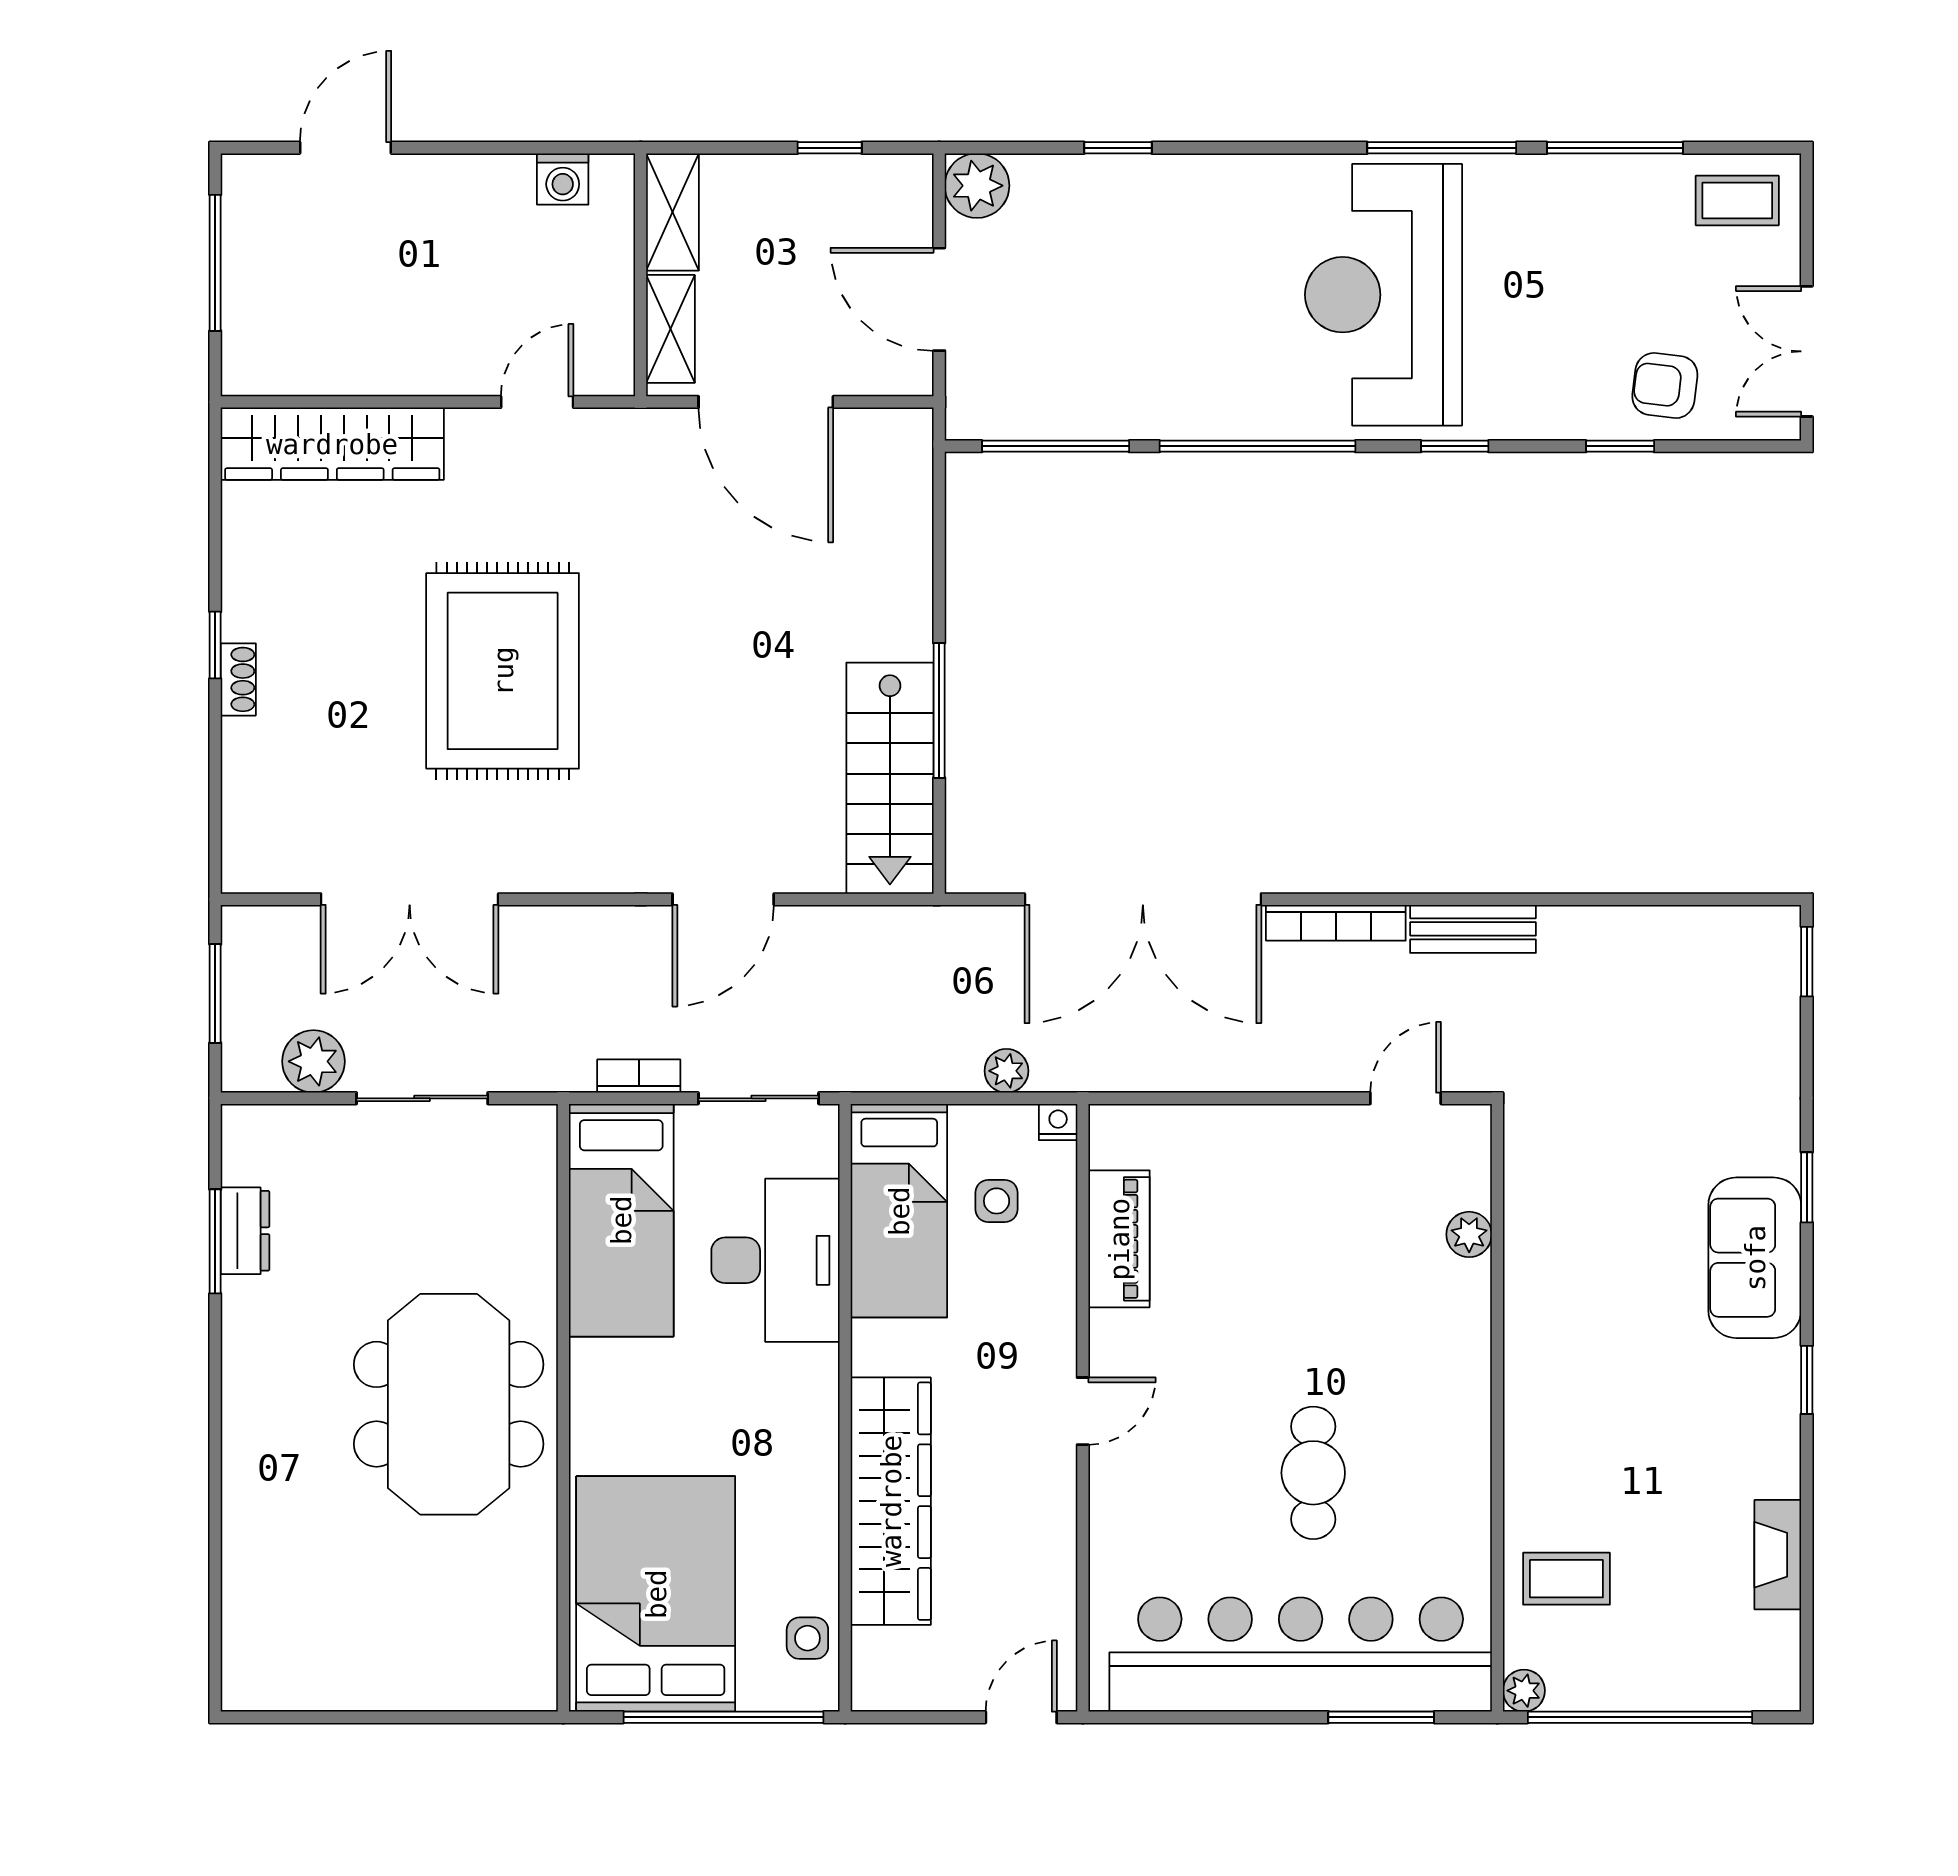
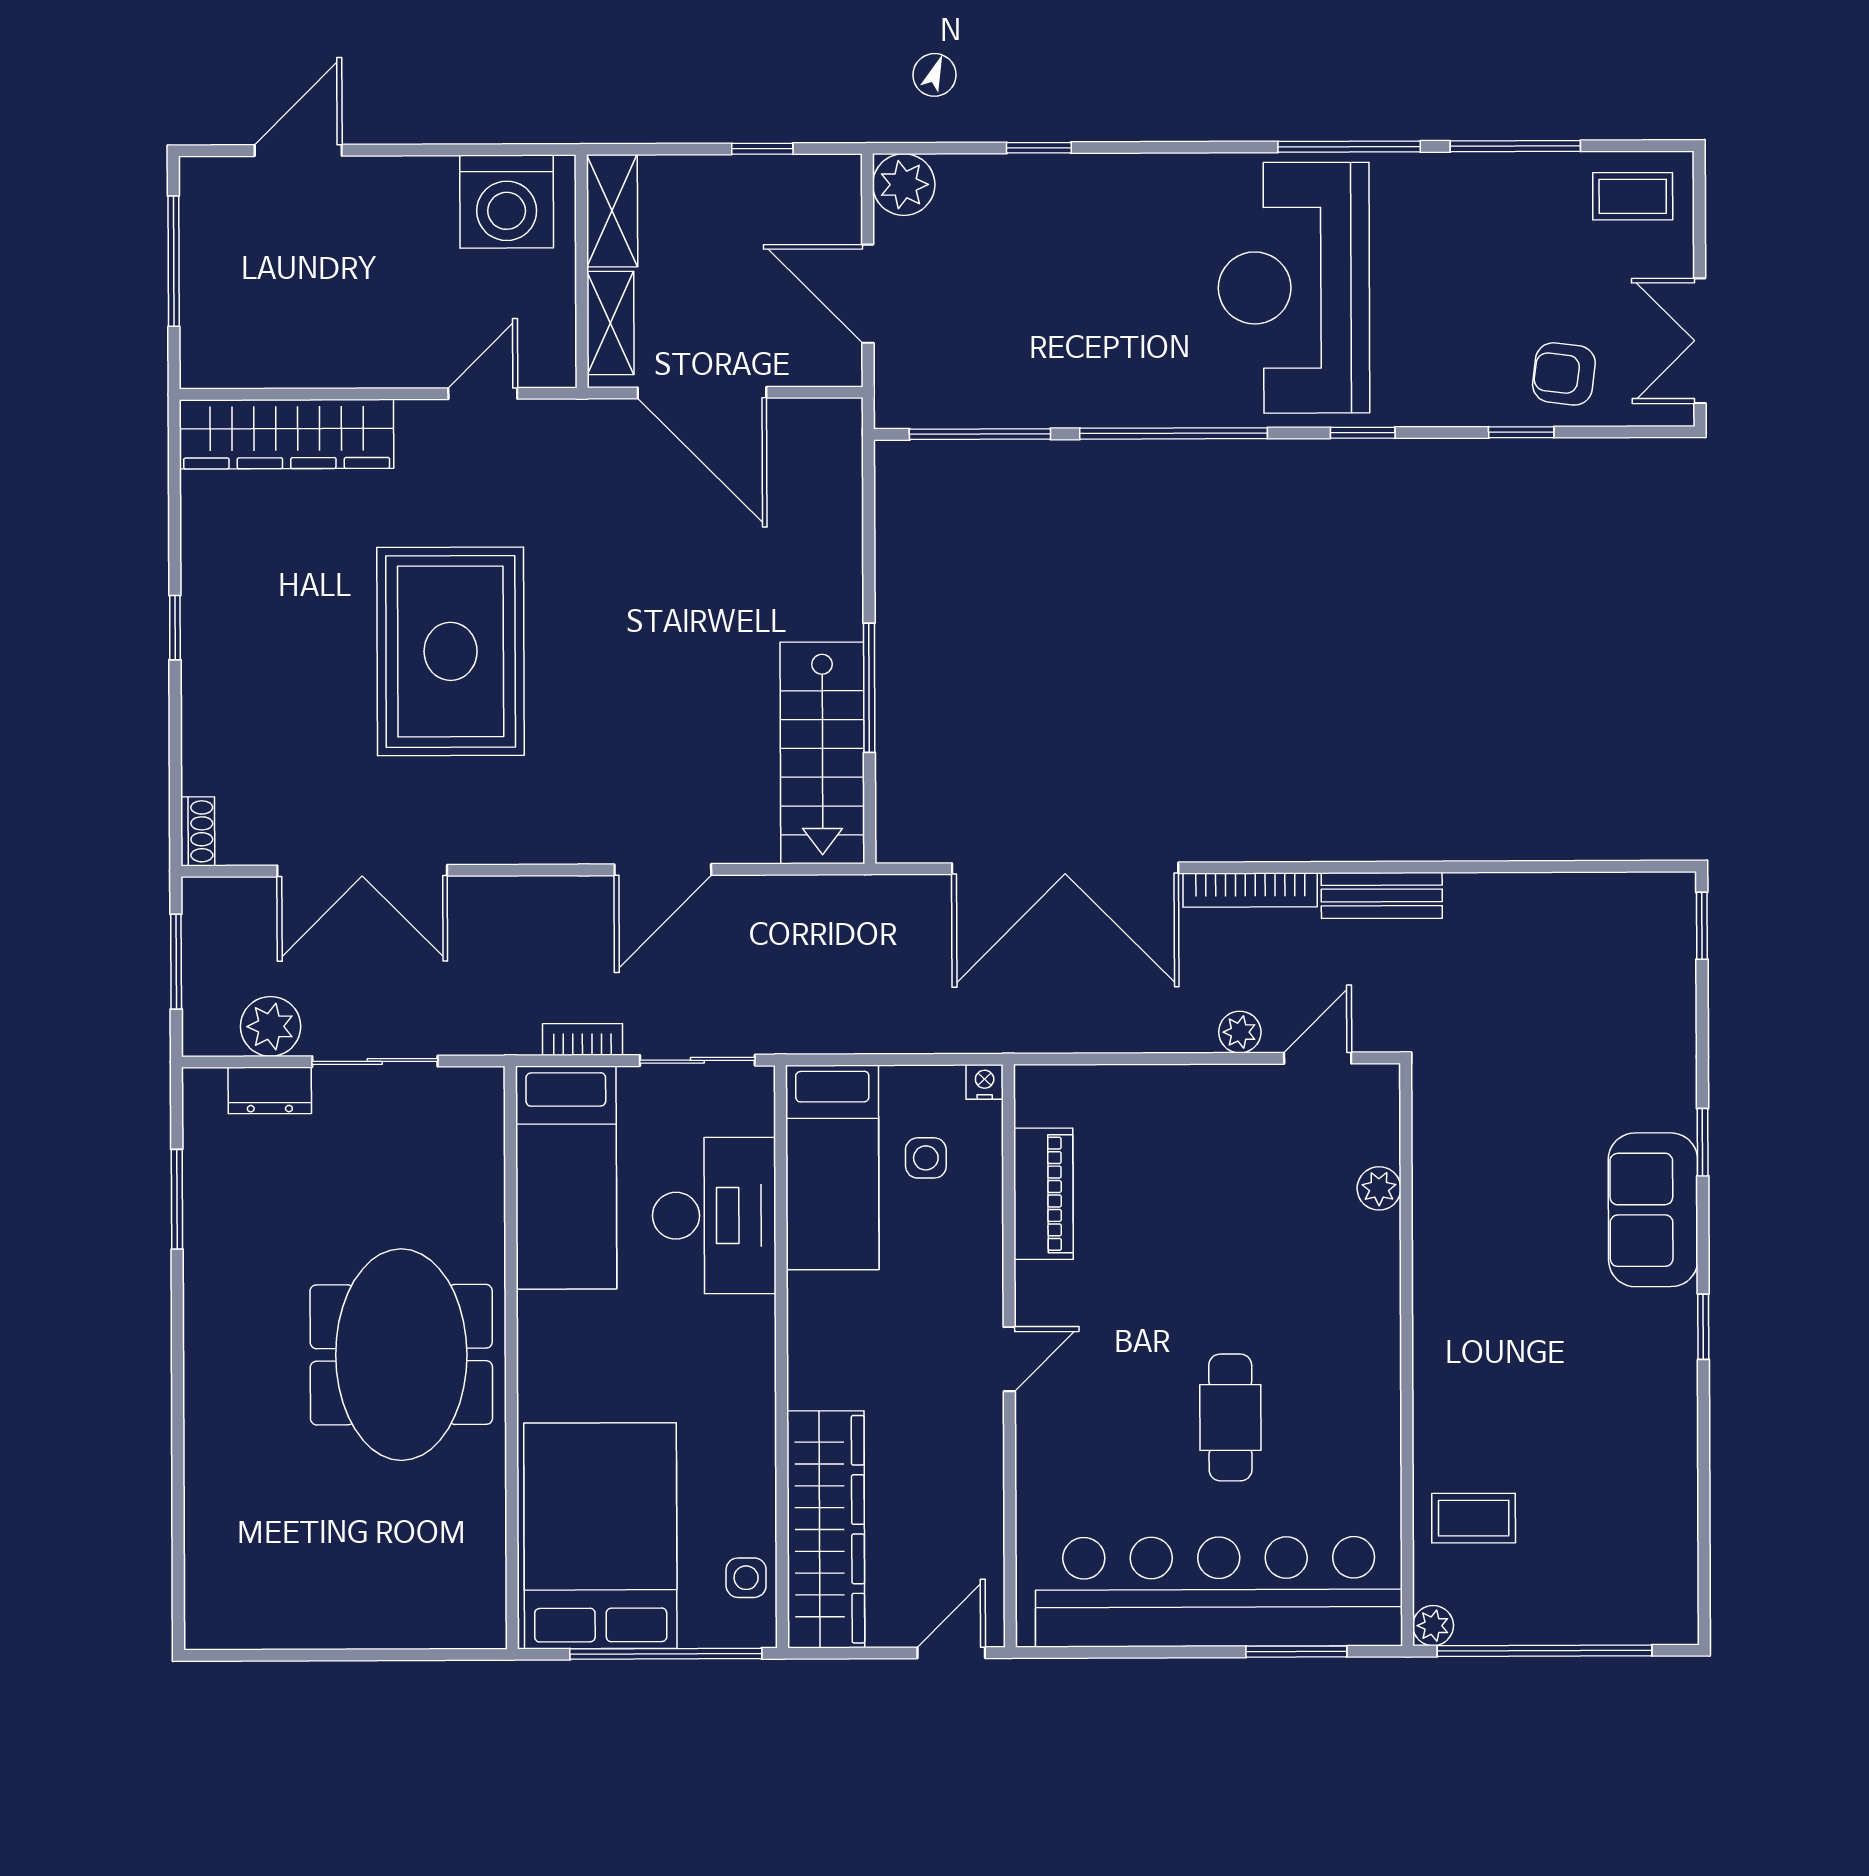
washing machine: (563, 179) -> (507, 202), width x1.89, depth x1.89
shoe rack: (238, 679) -> (198, 831), moved
plant: (1006, 1071) -> (1240, 1032), moved
dresser: (245, 1231) -> (270, 1090), moved, turned 90
wardrobe: (891, 1501) -> (826, 1529), moved
fireplace: (1778, 1555) -> (1676, 1494), removed

